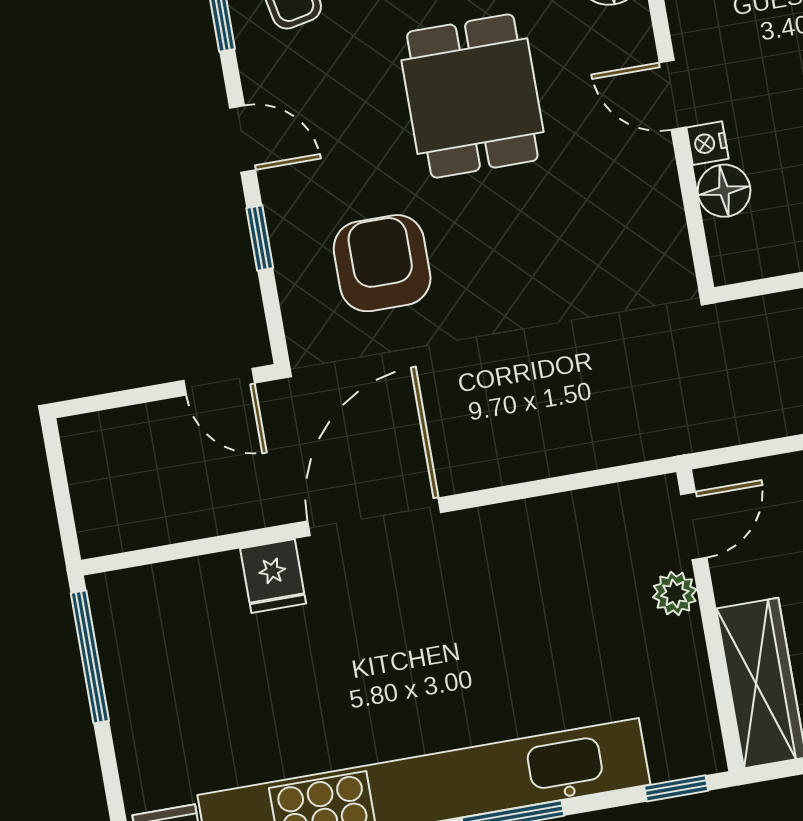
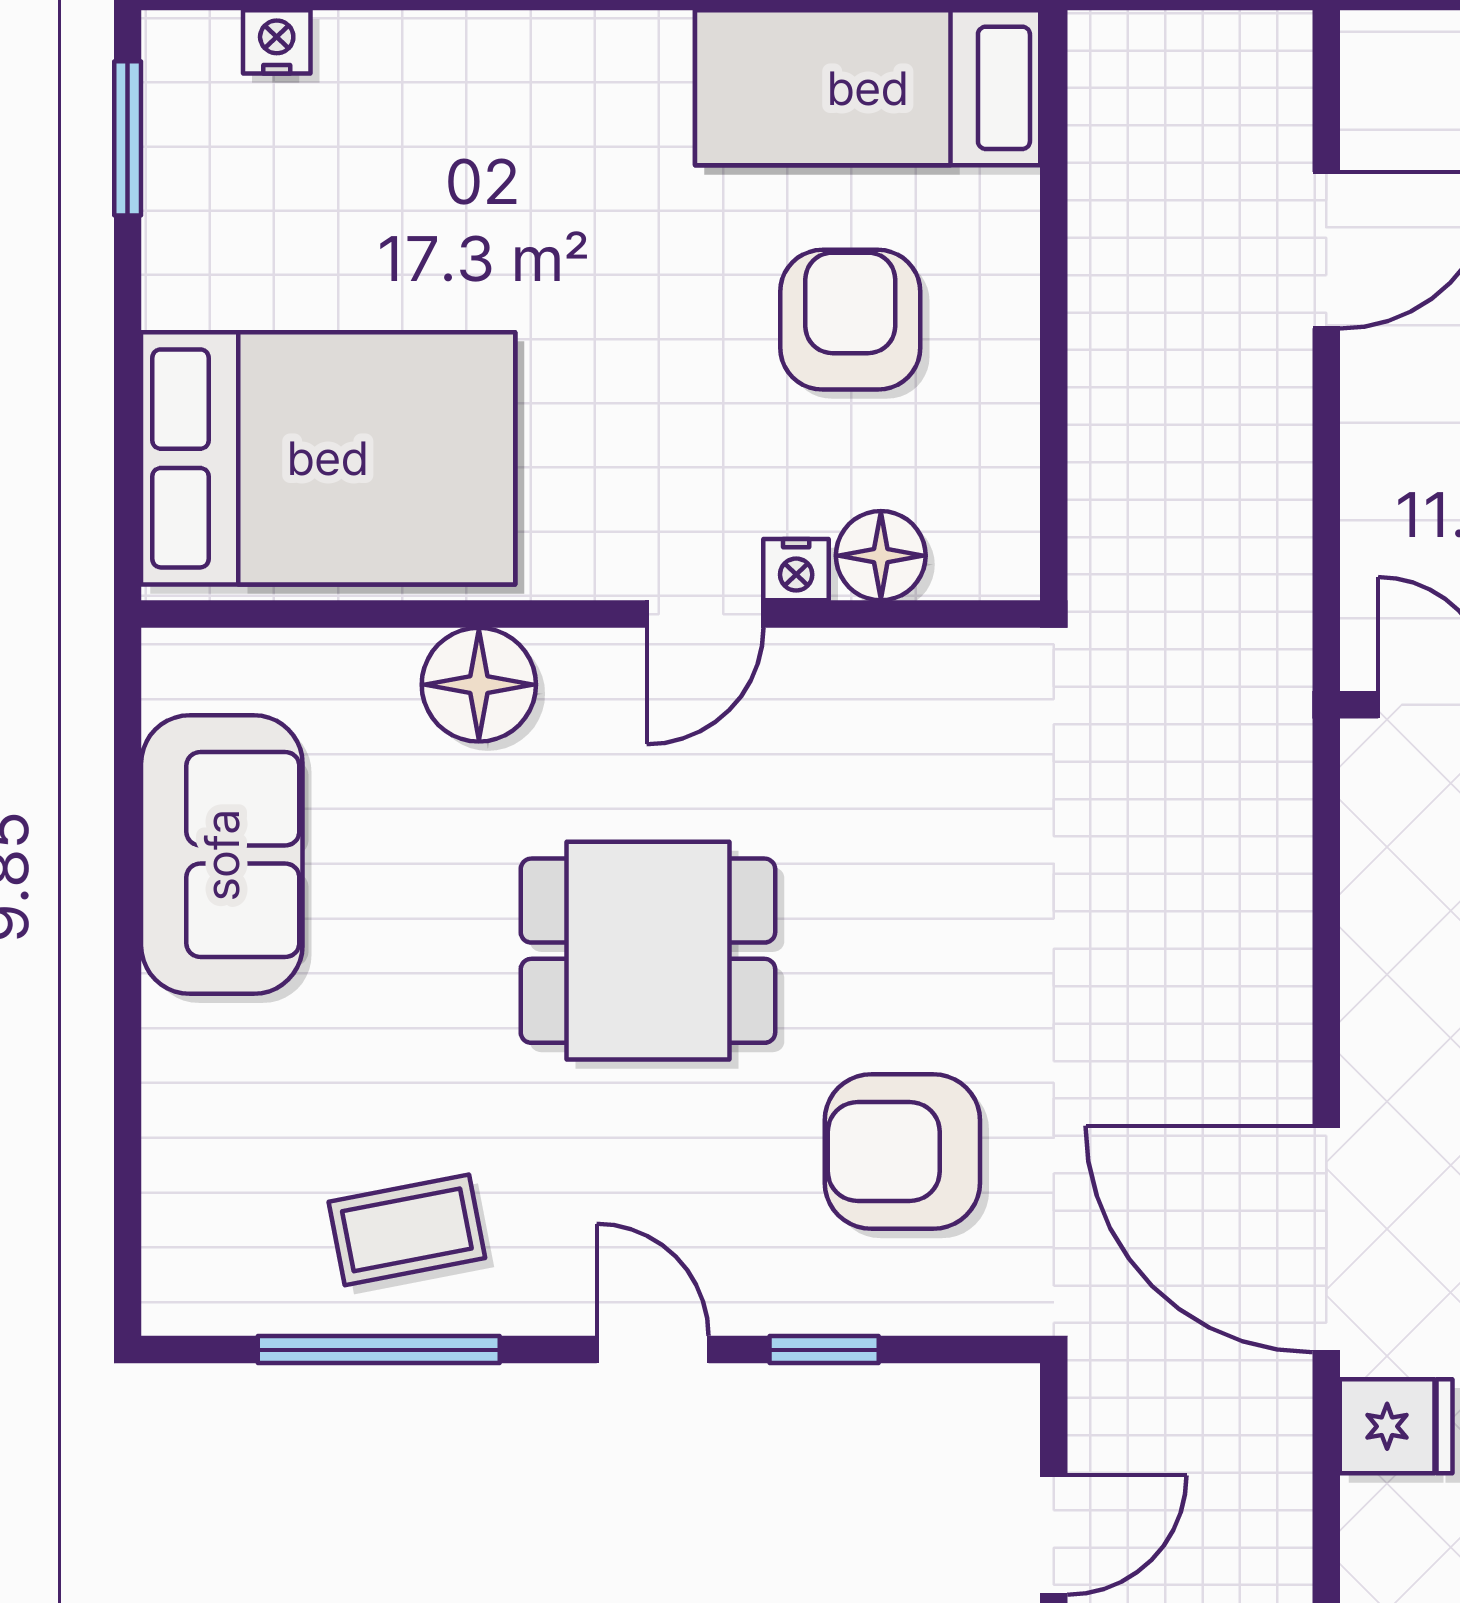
door: (243, 139) -> (653, 1350), hinge flipped
door: (219, 382) -> (1054, 1535), moved

